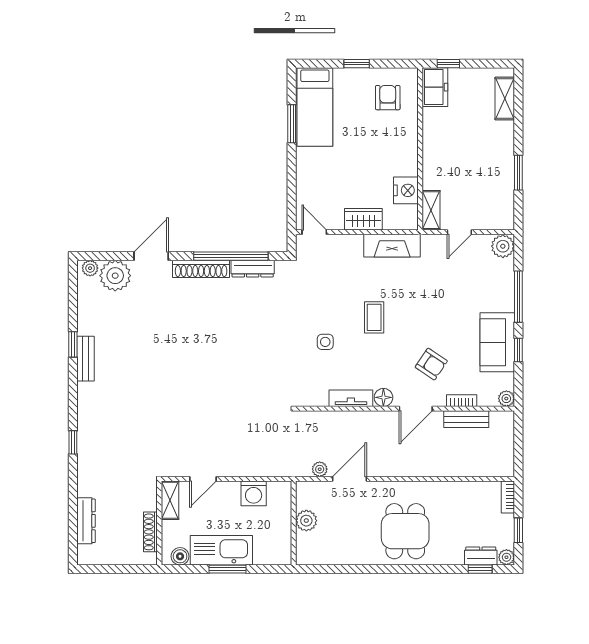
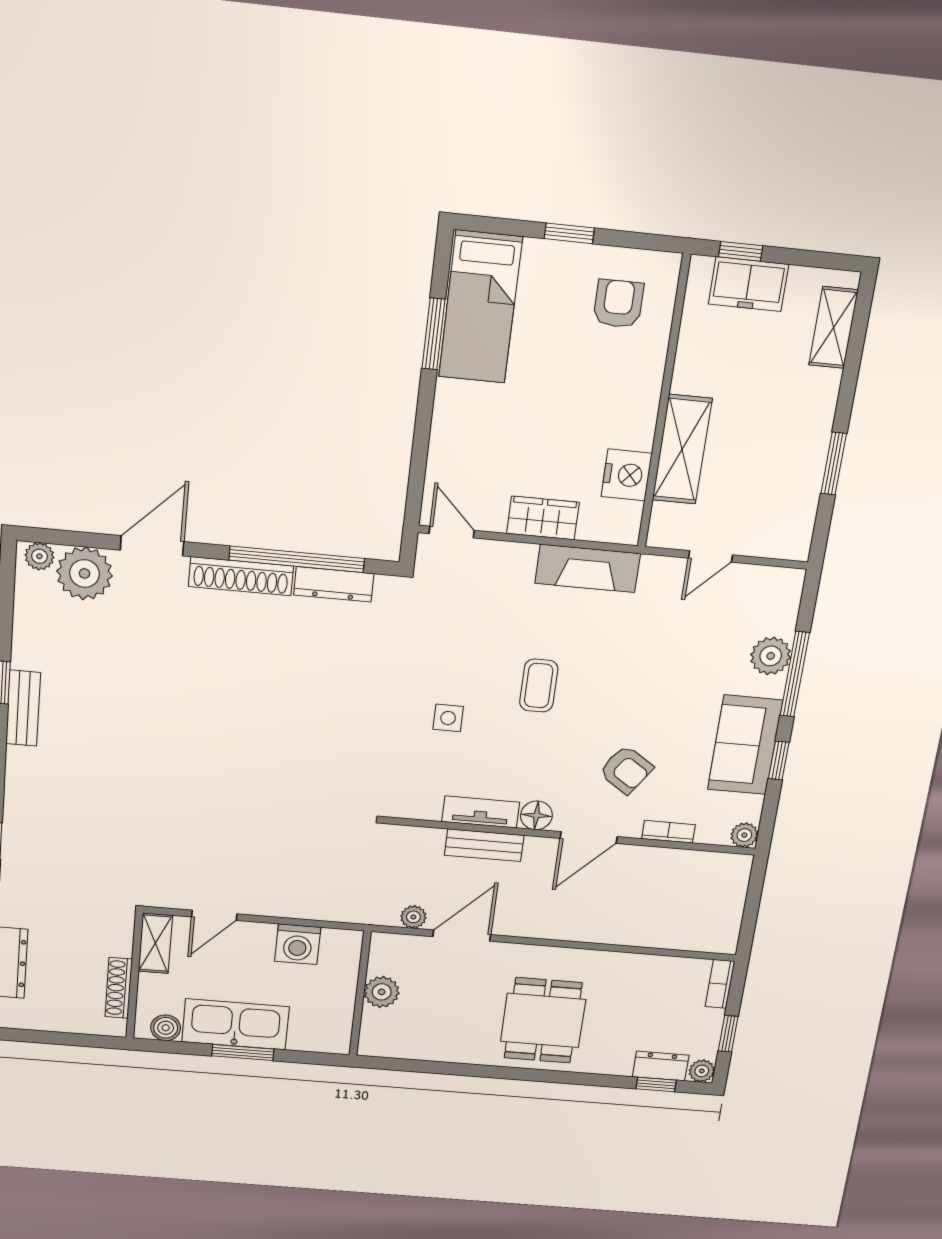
freezer: (435, 87) -> (749, 284), moved, turned 90
shelving: (431, 210) -> (682, 449), moved, width x1.50, depth x1.33
plant: (503, 246) -> (771, 656), moved
bench: (466, 419) -> (484, 845), moved

